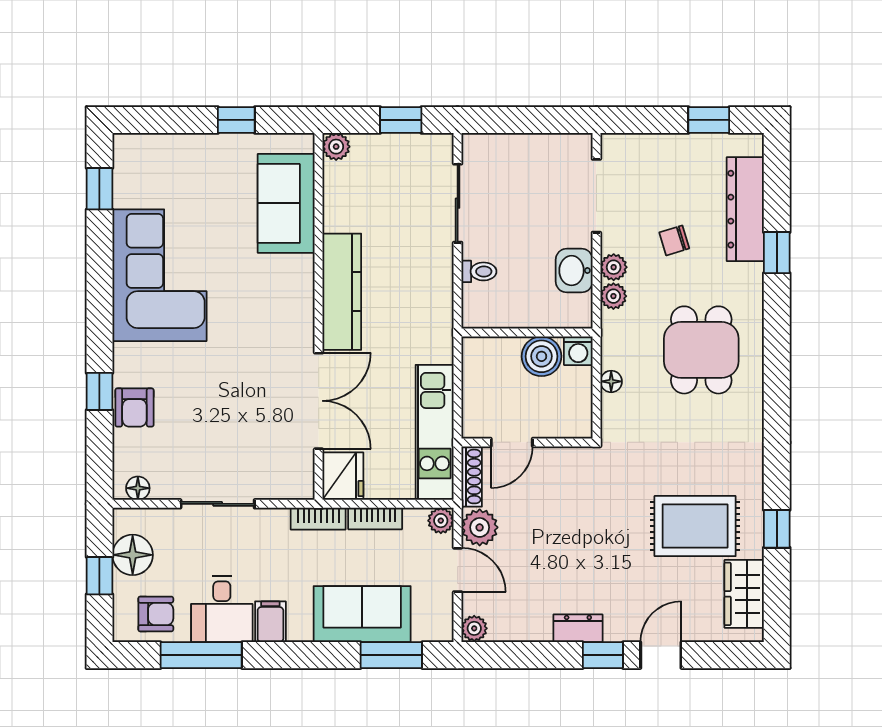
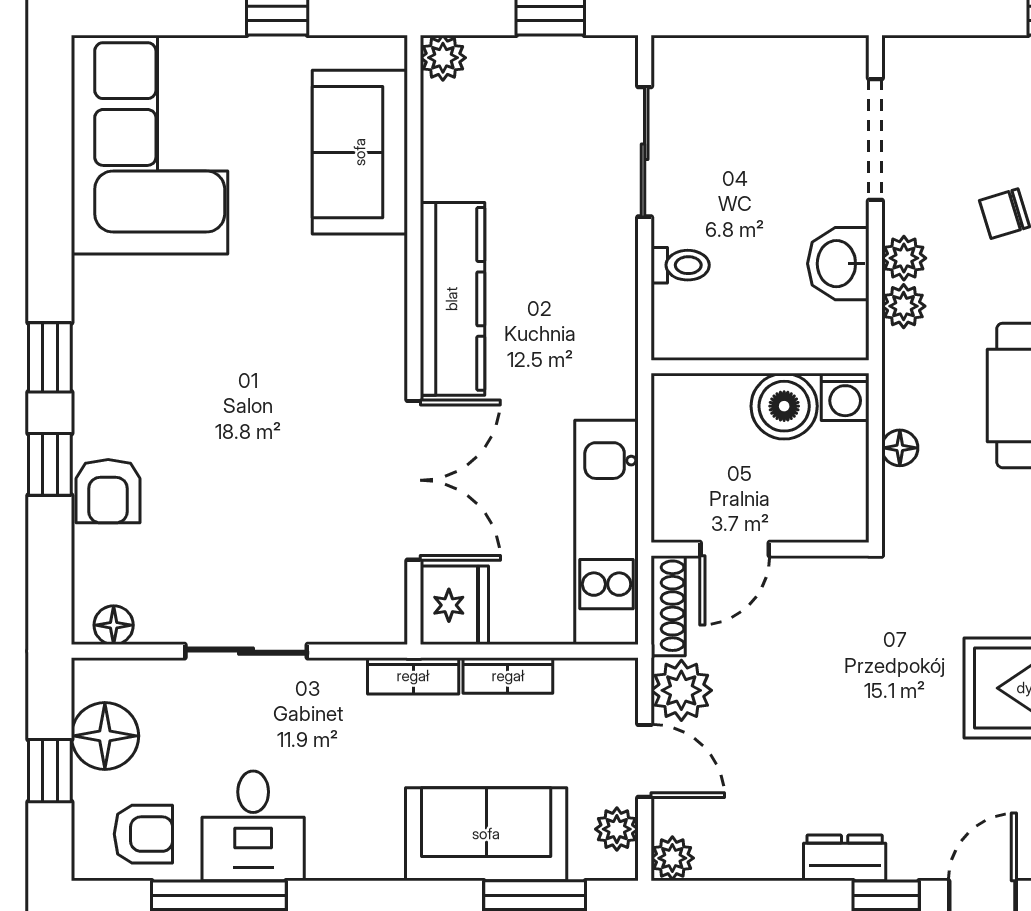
window: (99, 189) -> (50, 357), moved
corner sofa: (159, 275) -> (150, 145), moved
plant: (441, 521) -> (617, 829), moved
filing cabinet: (270, 622) -> (334, 847), removed

